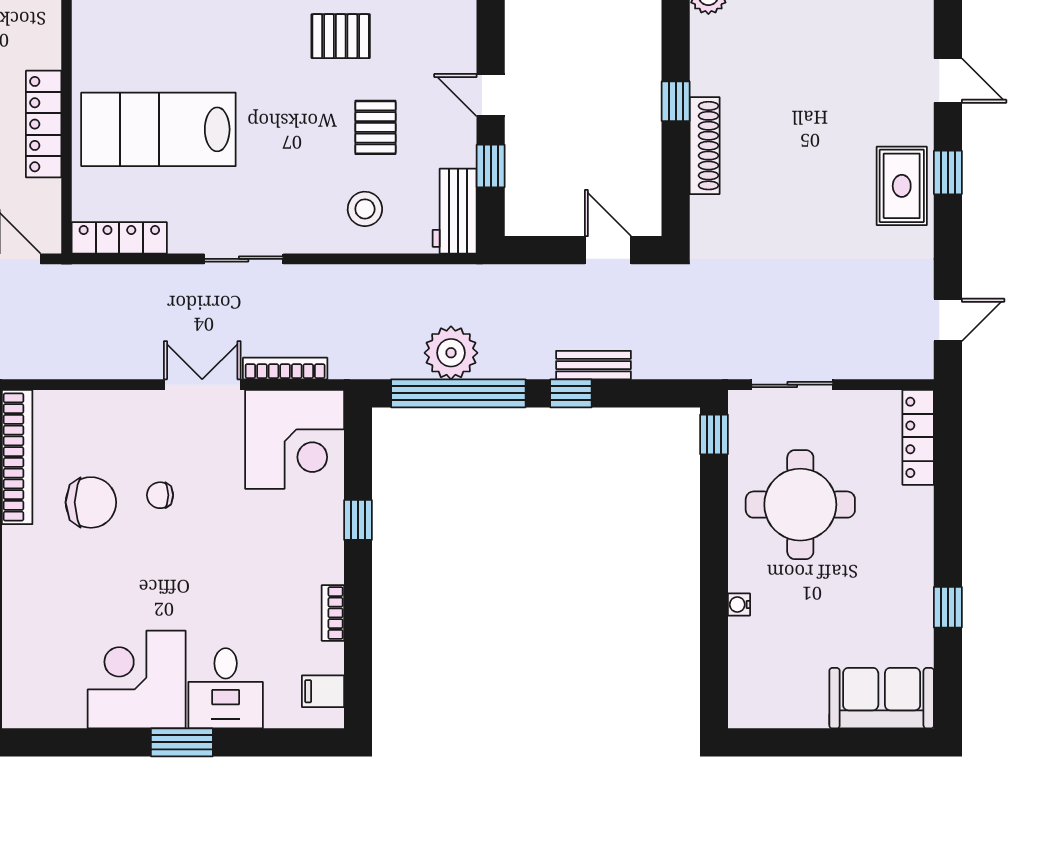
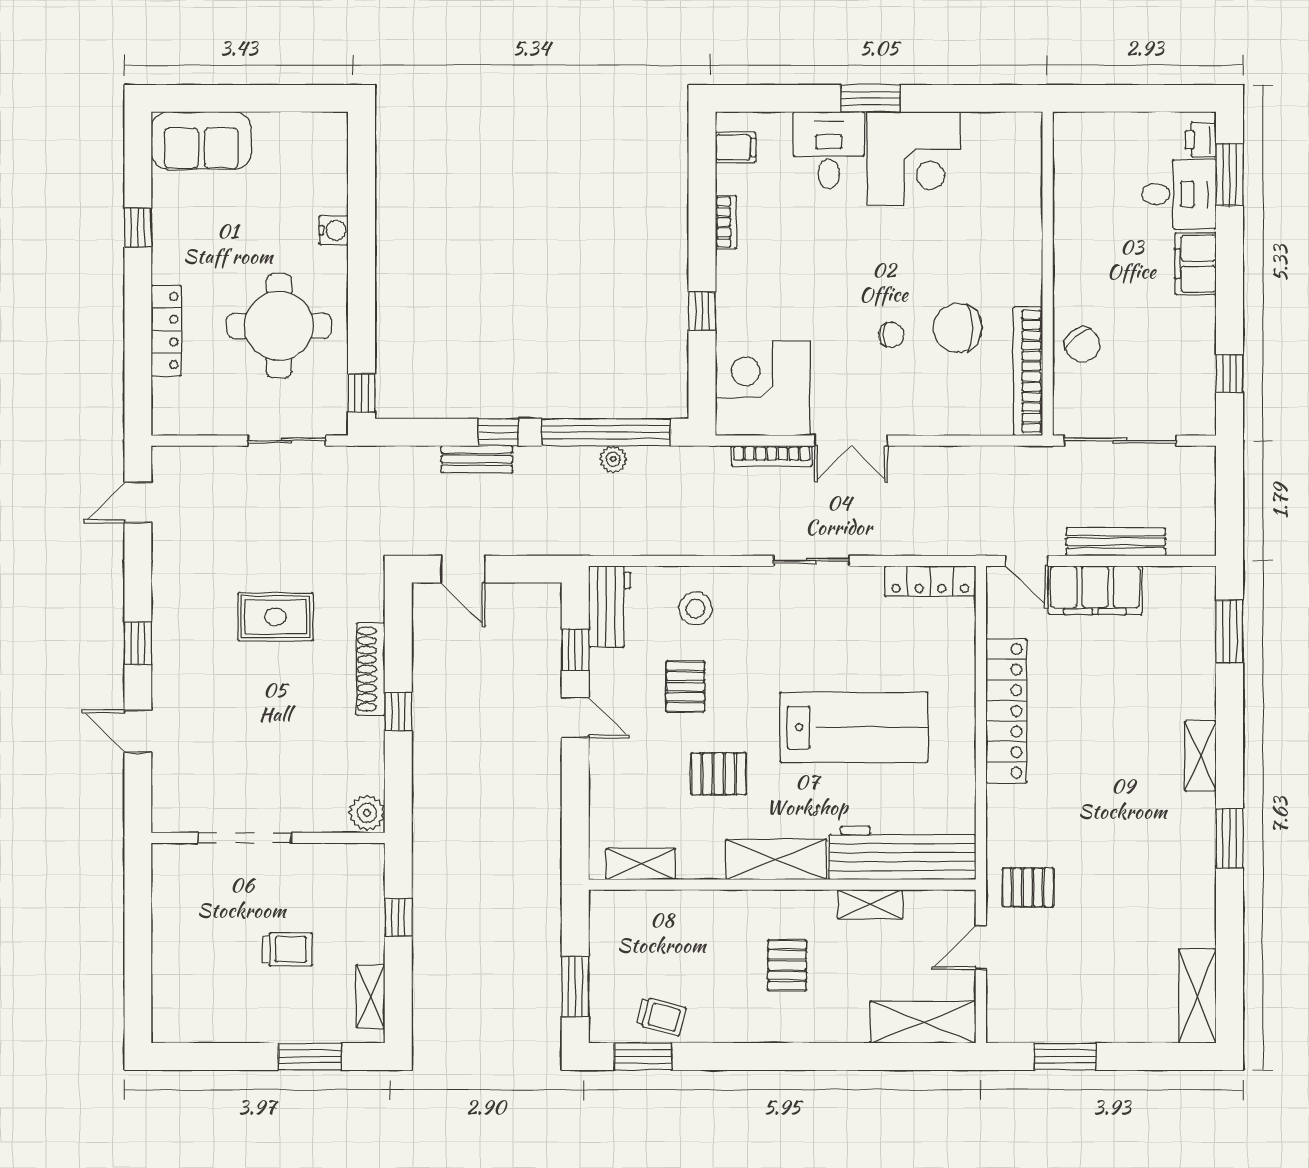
locker: (44, 124) -> (1006, 711), width x1.41, depth x1.21
lab bench: (158, 129) -> (854, 727), moved
rug: (902, 186) -> (276, 617), moved, turned 90
plant: (451, 353) -> (613, 459), width x0.53, depth x0.53
locker: (918, 437) -> (166, 331), moved
water cooler: (739, 605) -> (334, 230), width x1.38, depth x1.38

